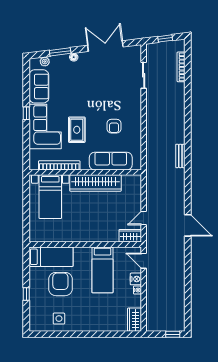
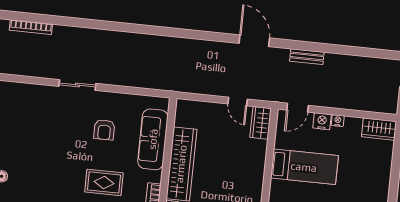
sliding door: (144, 75) -> (77, 85), moved
armchair: (114, 126) -> (104, 130), turned 90
bench: (180, 156) -> (307, 57), moved
door: (188, 225) -> (254, 41), hinge flipped

